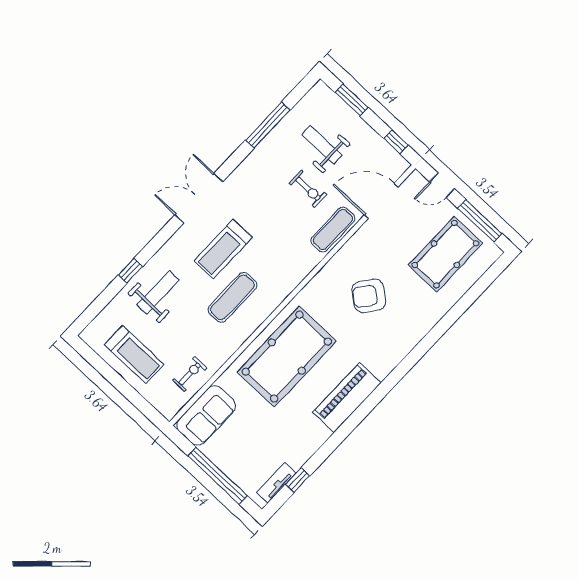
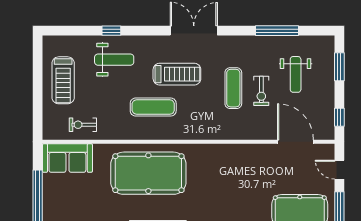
weight bench: (322, 145) -> (296, 74), turned 180
exercise mat: (333, 230) -> (233, 88), moved, turned 90
treadmill: (223, 249) -> (177, 74), turned 180
armchair: (369, 296) -> (231, 188), removed
exercise bike: (190, 374) -> (83, 125), turned 180

